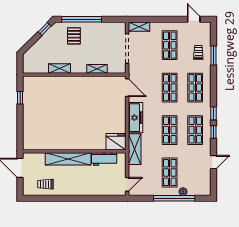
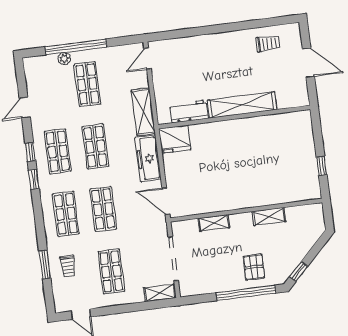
fridge: (116, 142) -> (175, 139), moved
wall: (74, 151) -> (234, 117), moved
shelving: (68, 159) -> (242, 105), moved
workbench: (104, 159) -> (189, 111), moved

